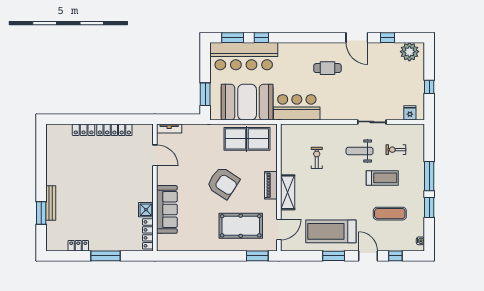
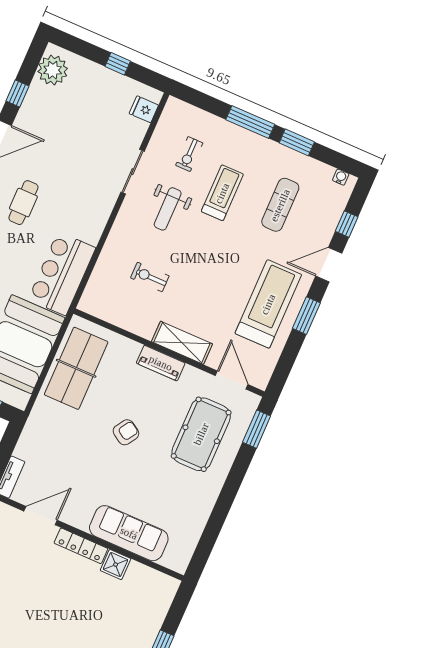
armchair: (223, 183) -> (126, 432), width x0.53, depth x0.53
treadmill: (331, 231) -> (268, 304), turned 180
locker: (148, 234) -> (81, 546), moved

